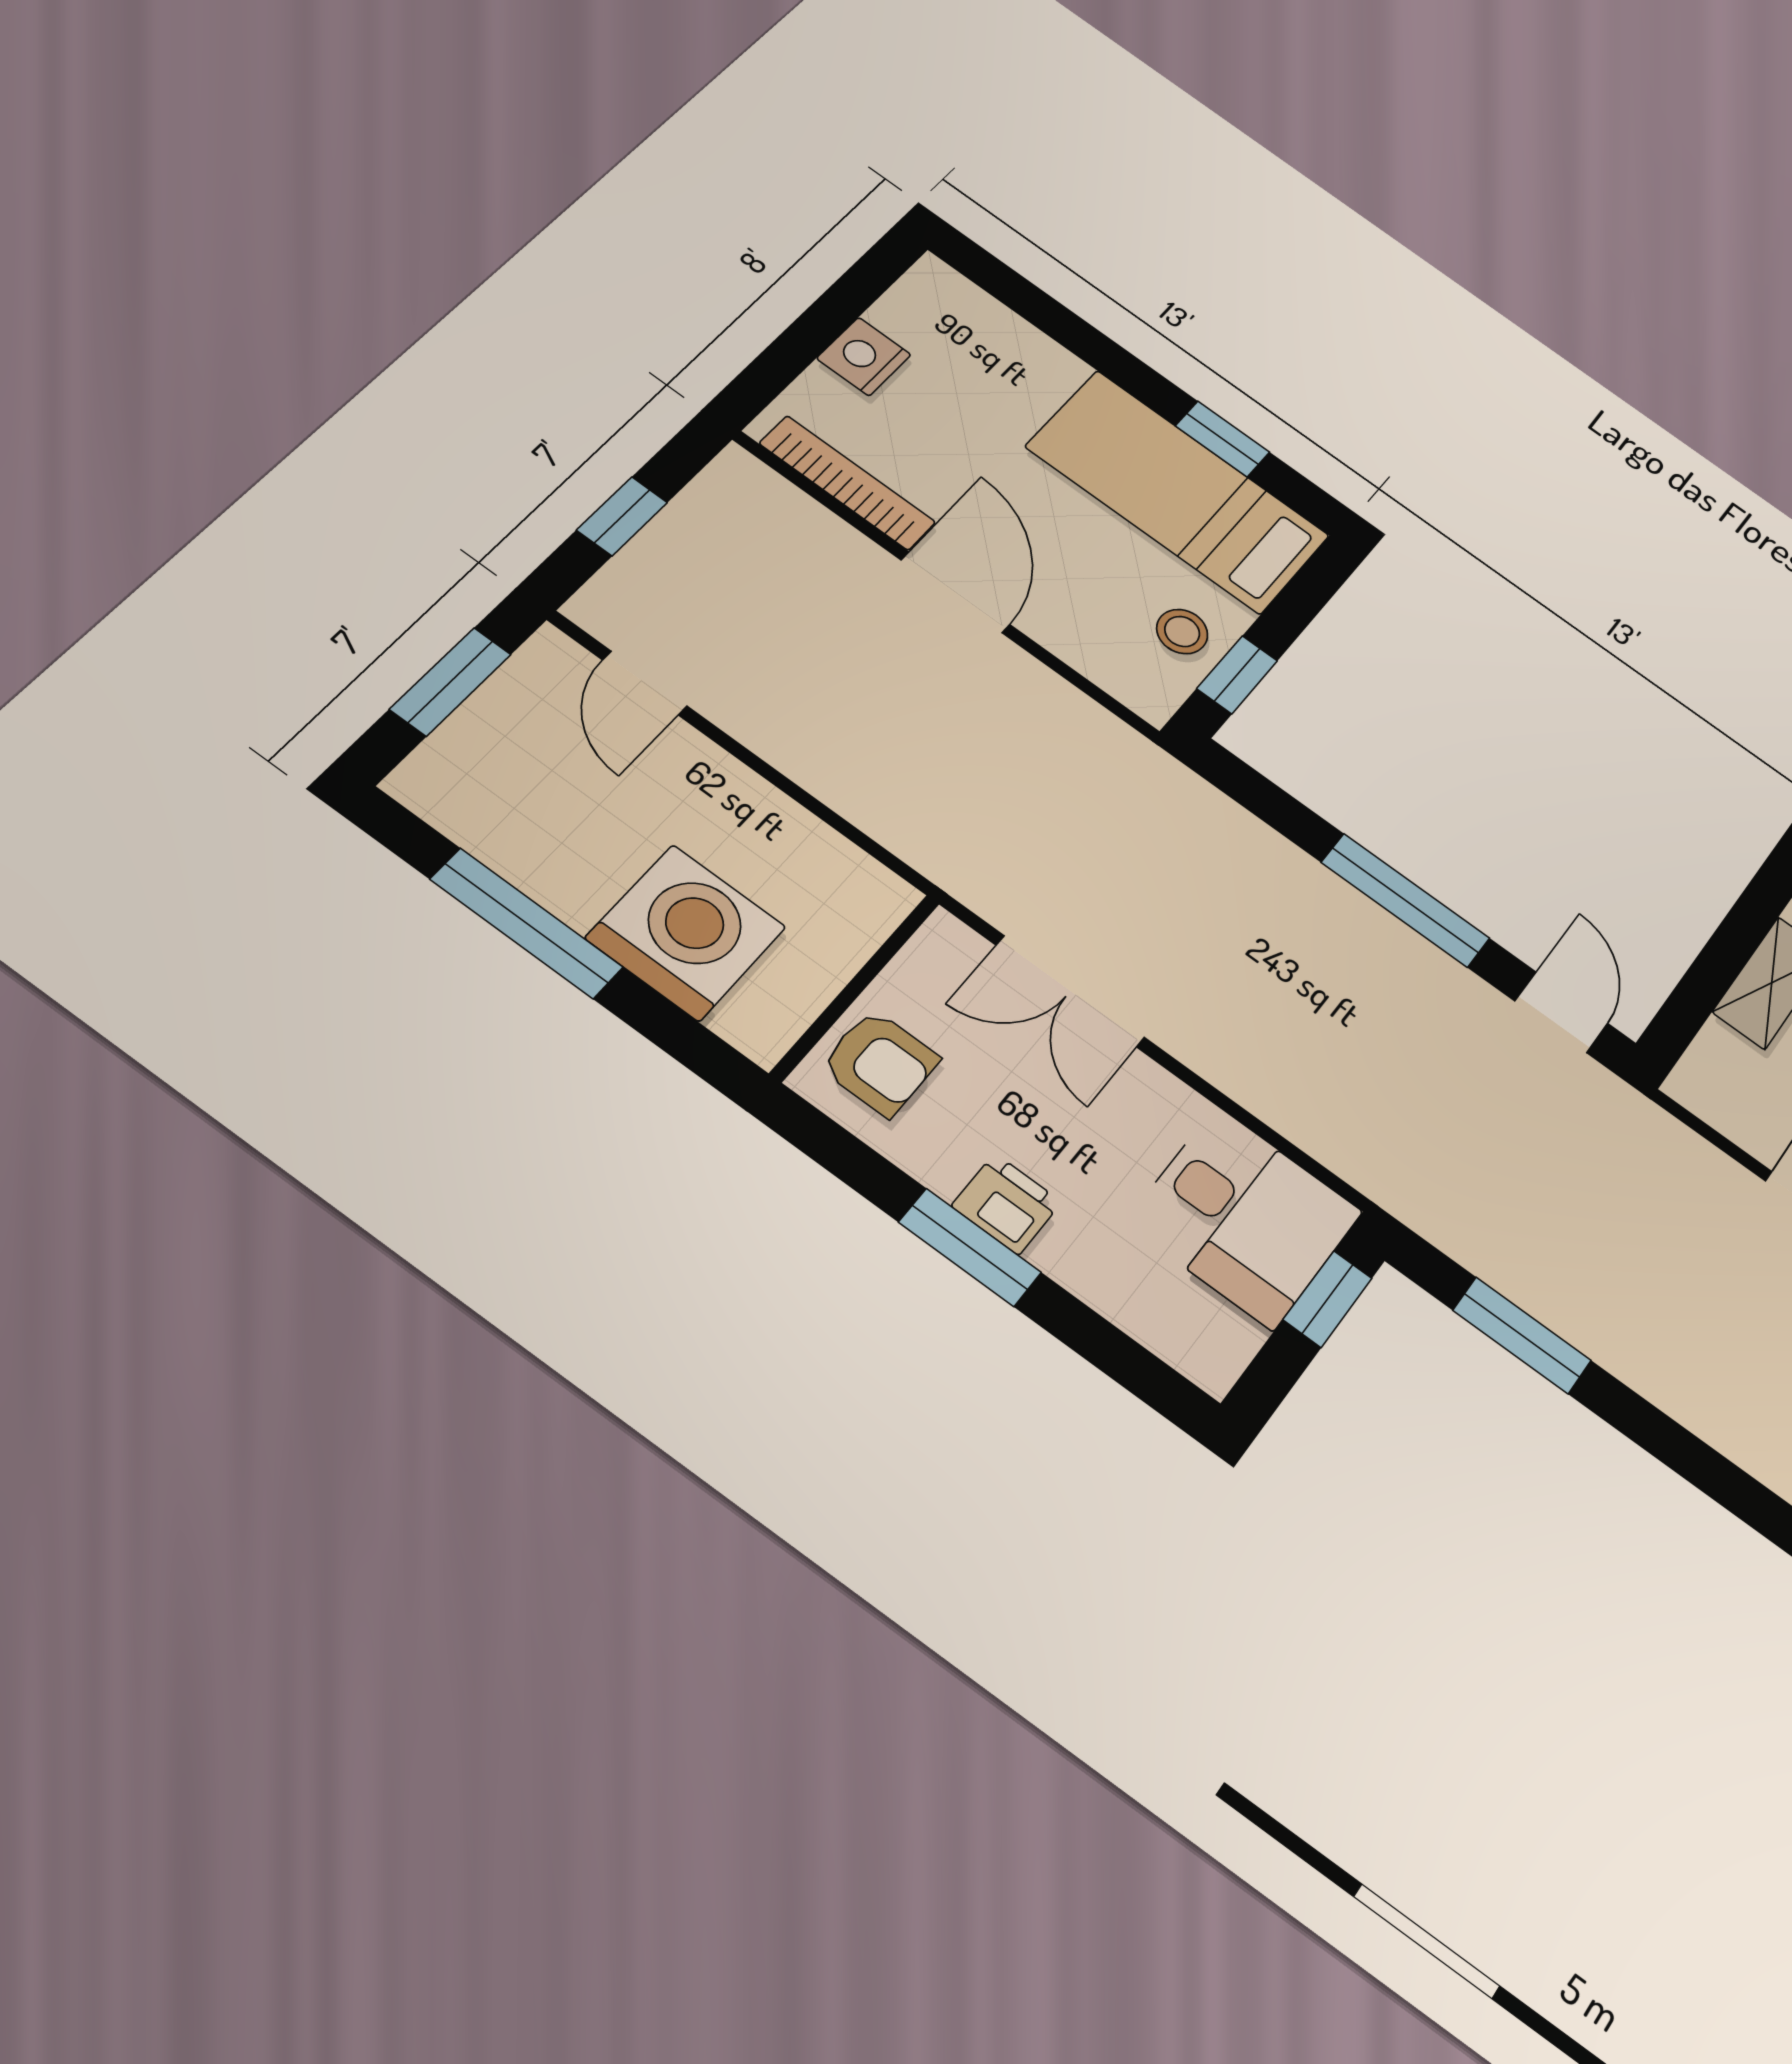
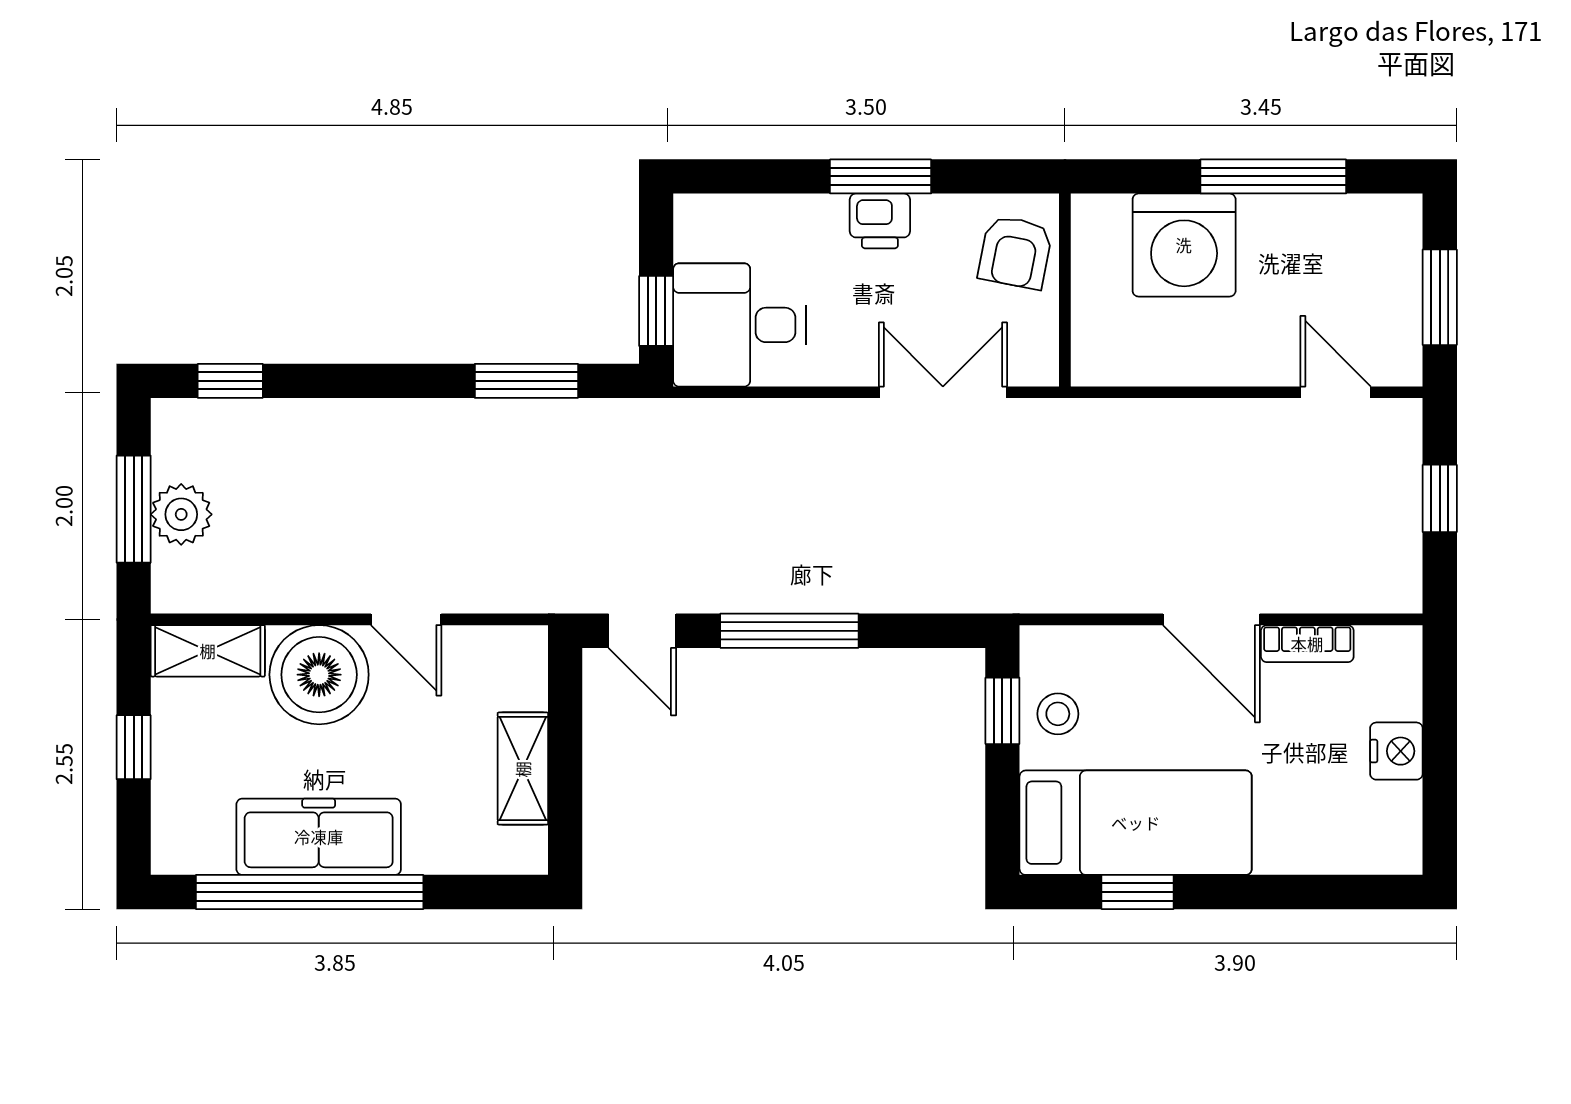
bookcase: (847, 483) -> (1307, 644), width x0.64
armchair: (880, 1063) -> (1015, 252), turned -79

